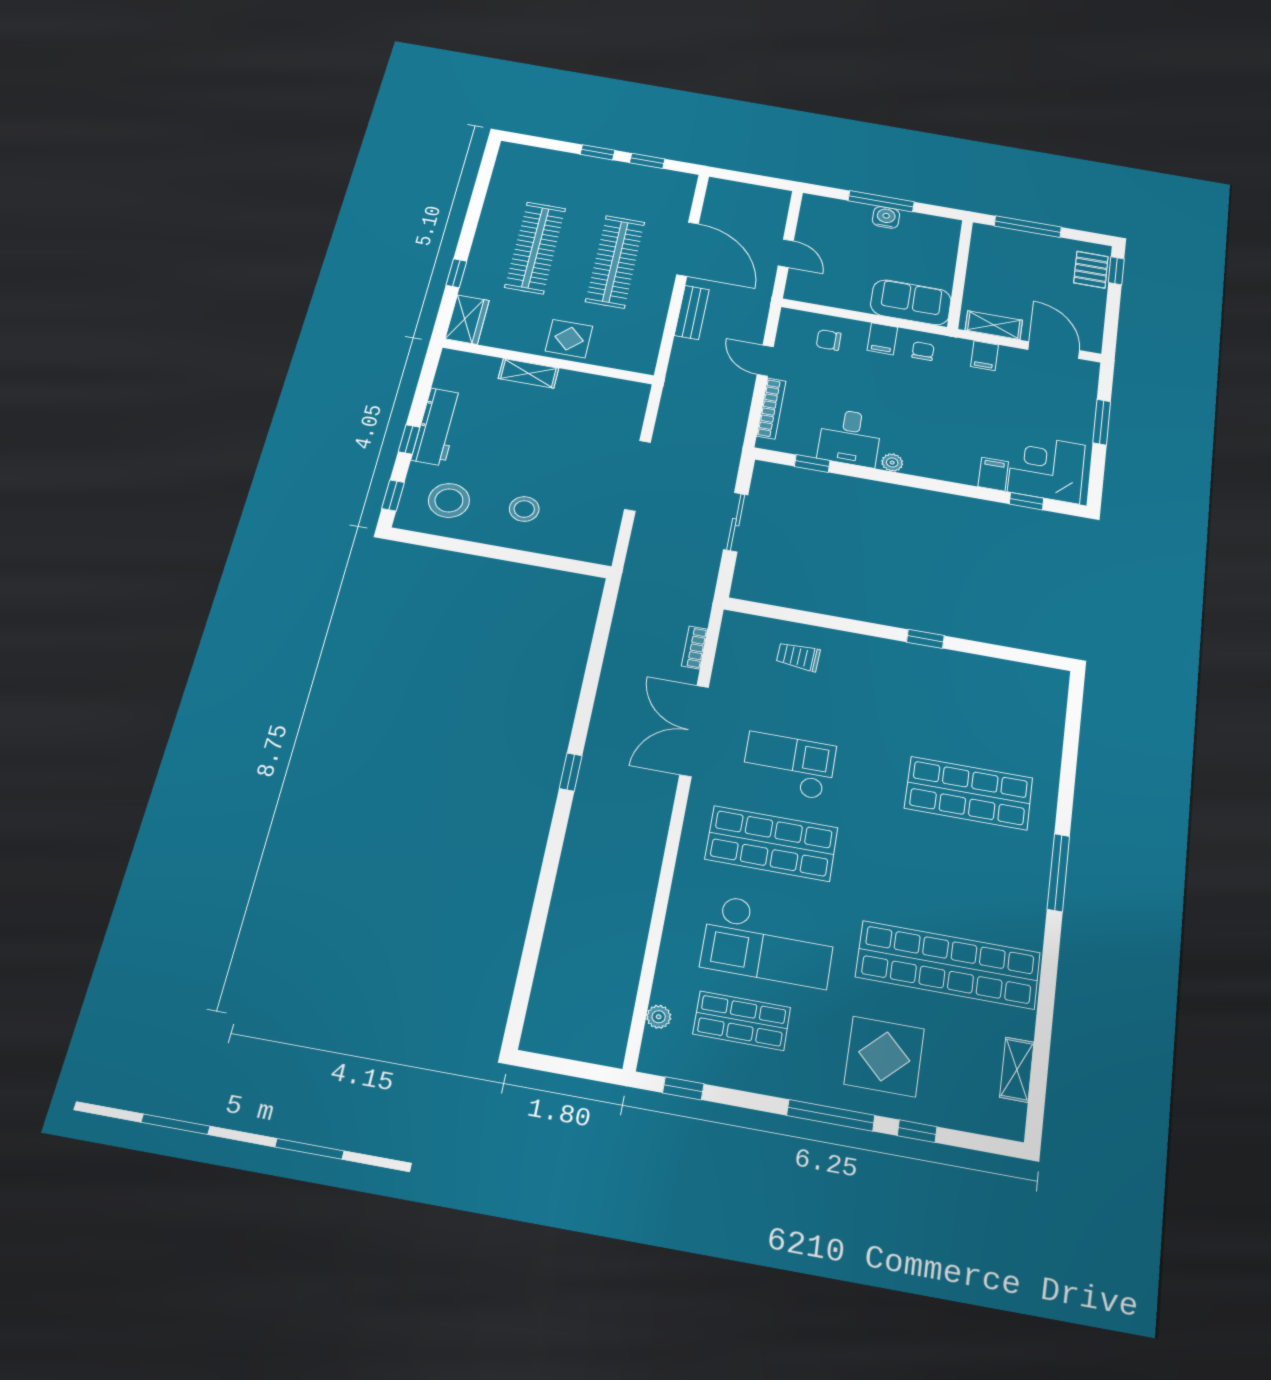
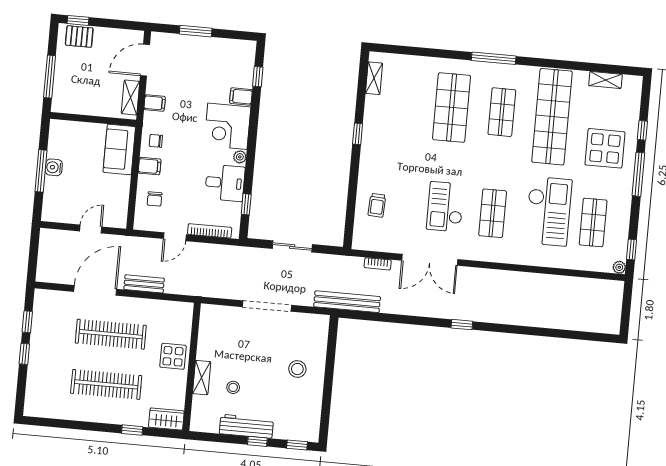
corner desk: (1046, 468) -> (227, 126), moved
stool: (449, 500) -> (233, 387), moved, width x0.53, depth x0.53
bench: (632, 594) -> (347, 302), added
shelving: (1023, 674) -> (374, 78), added
shop shelf: (771, 843) -> (493, 213), width x0.70, depth x0.74
shop shelf: (959, 877) -> (502, 112), added
plant: (659, 1017) -> (619, 267), moved

